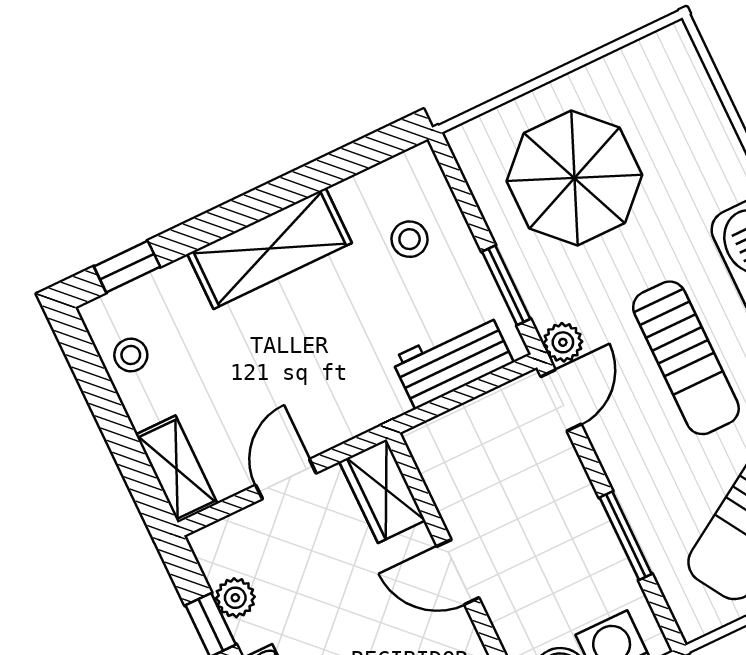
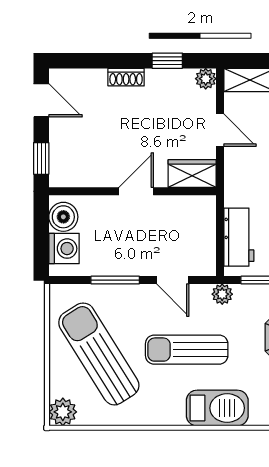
door: (561, 400) -> (173, 280), moved
plant: (235, 598) -> (206, 79), moved

